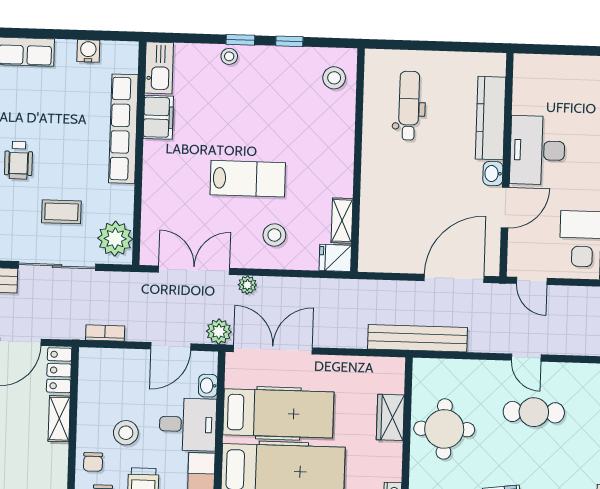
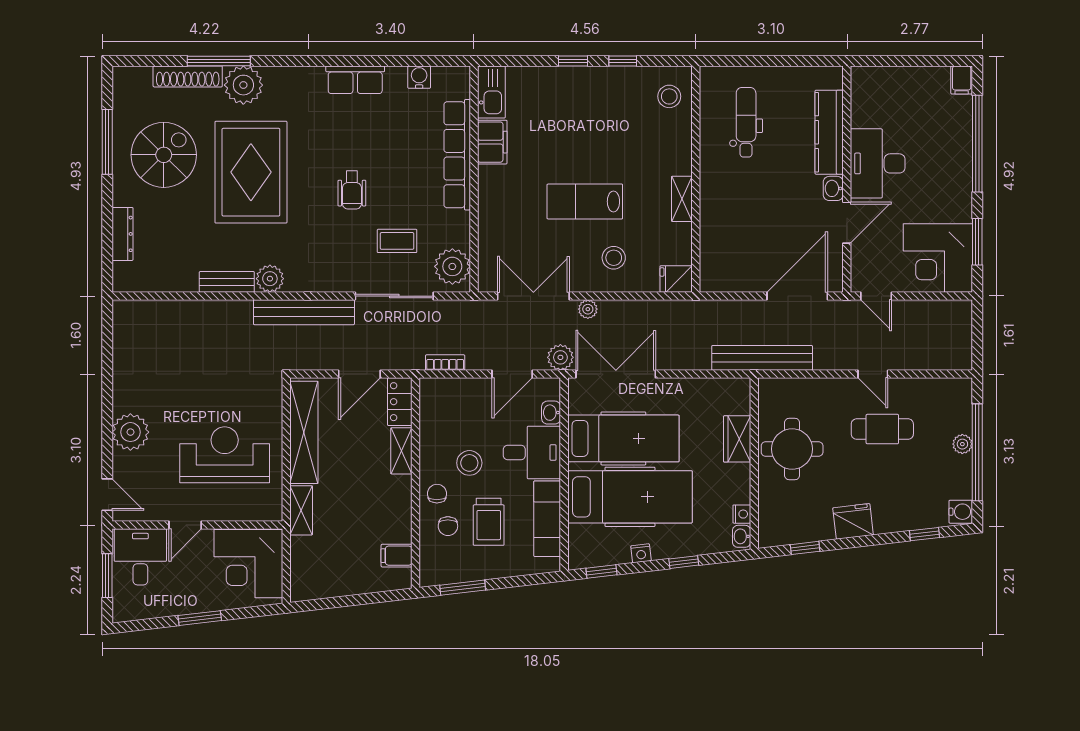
stool: (229, 56) -> (562, 78), removed
lab bench: (248, 179) -> (585, 202), turned 180
shelving: (342, 221) -> (682, 199), moved
chair: (93, 462) -> (437, 494), turned 180

